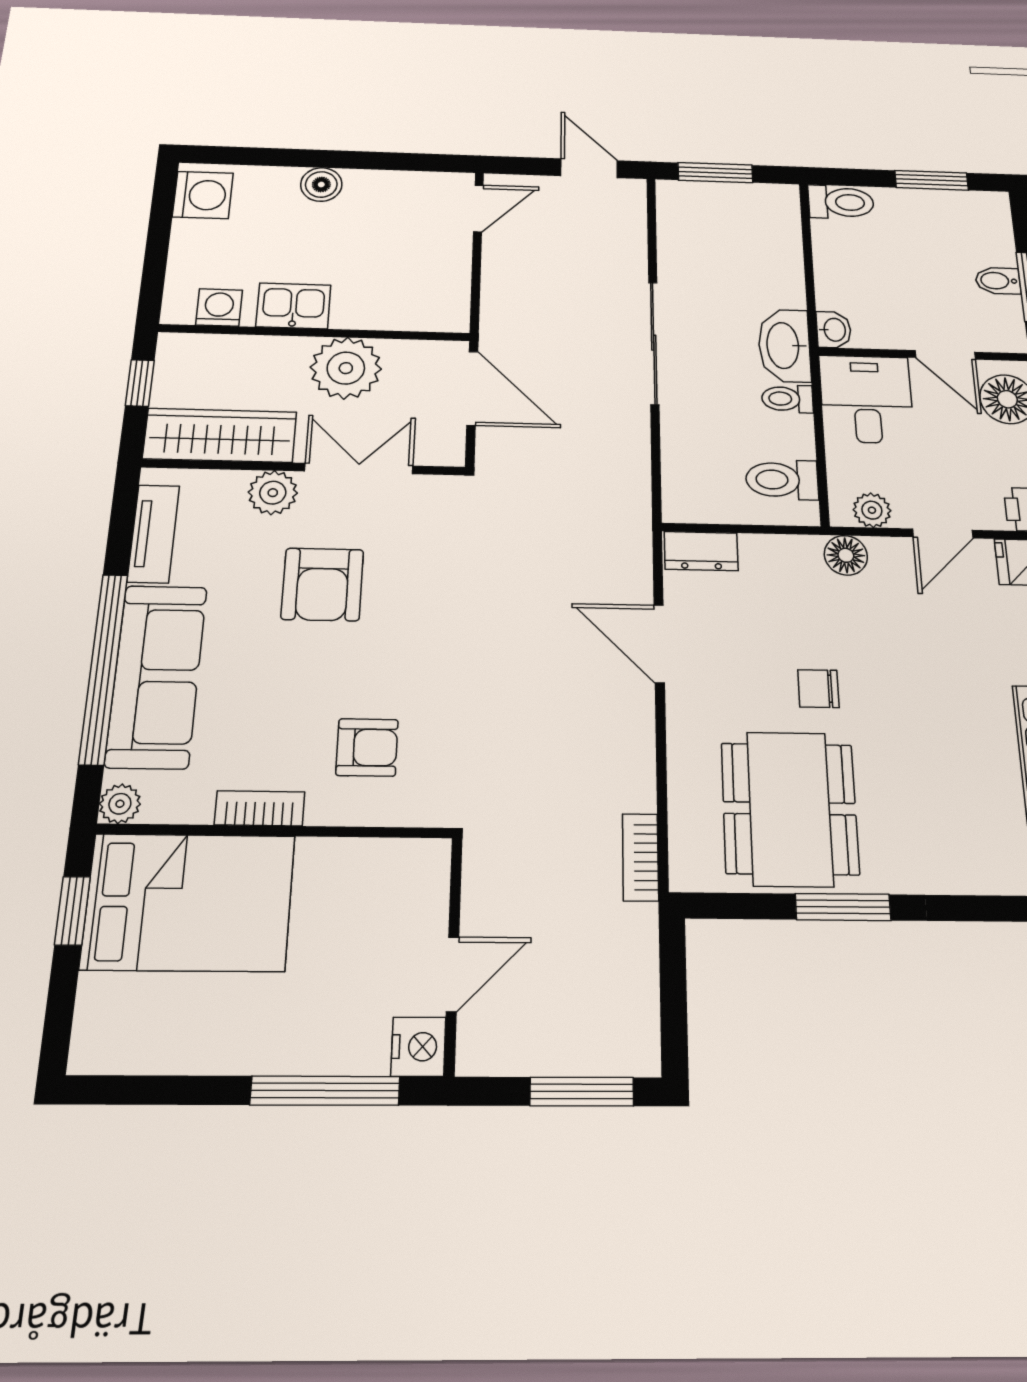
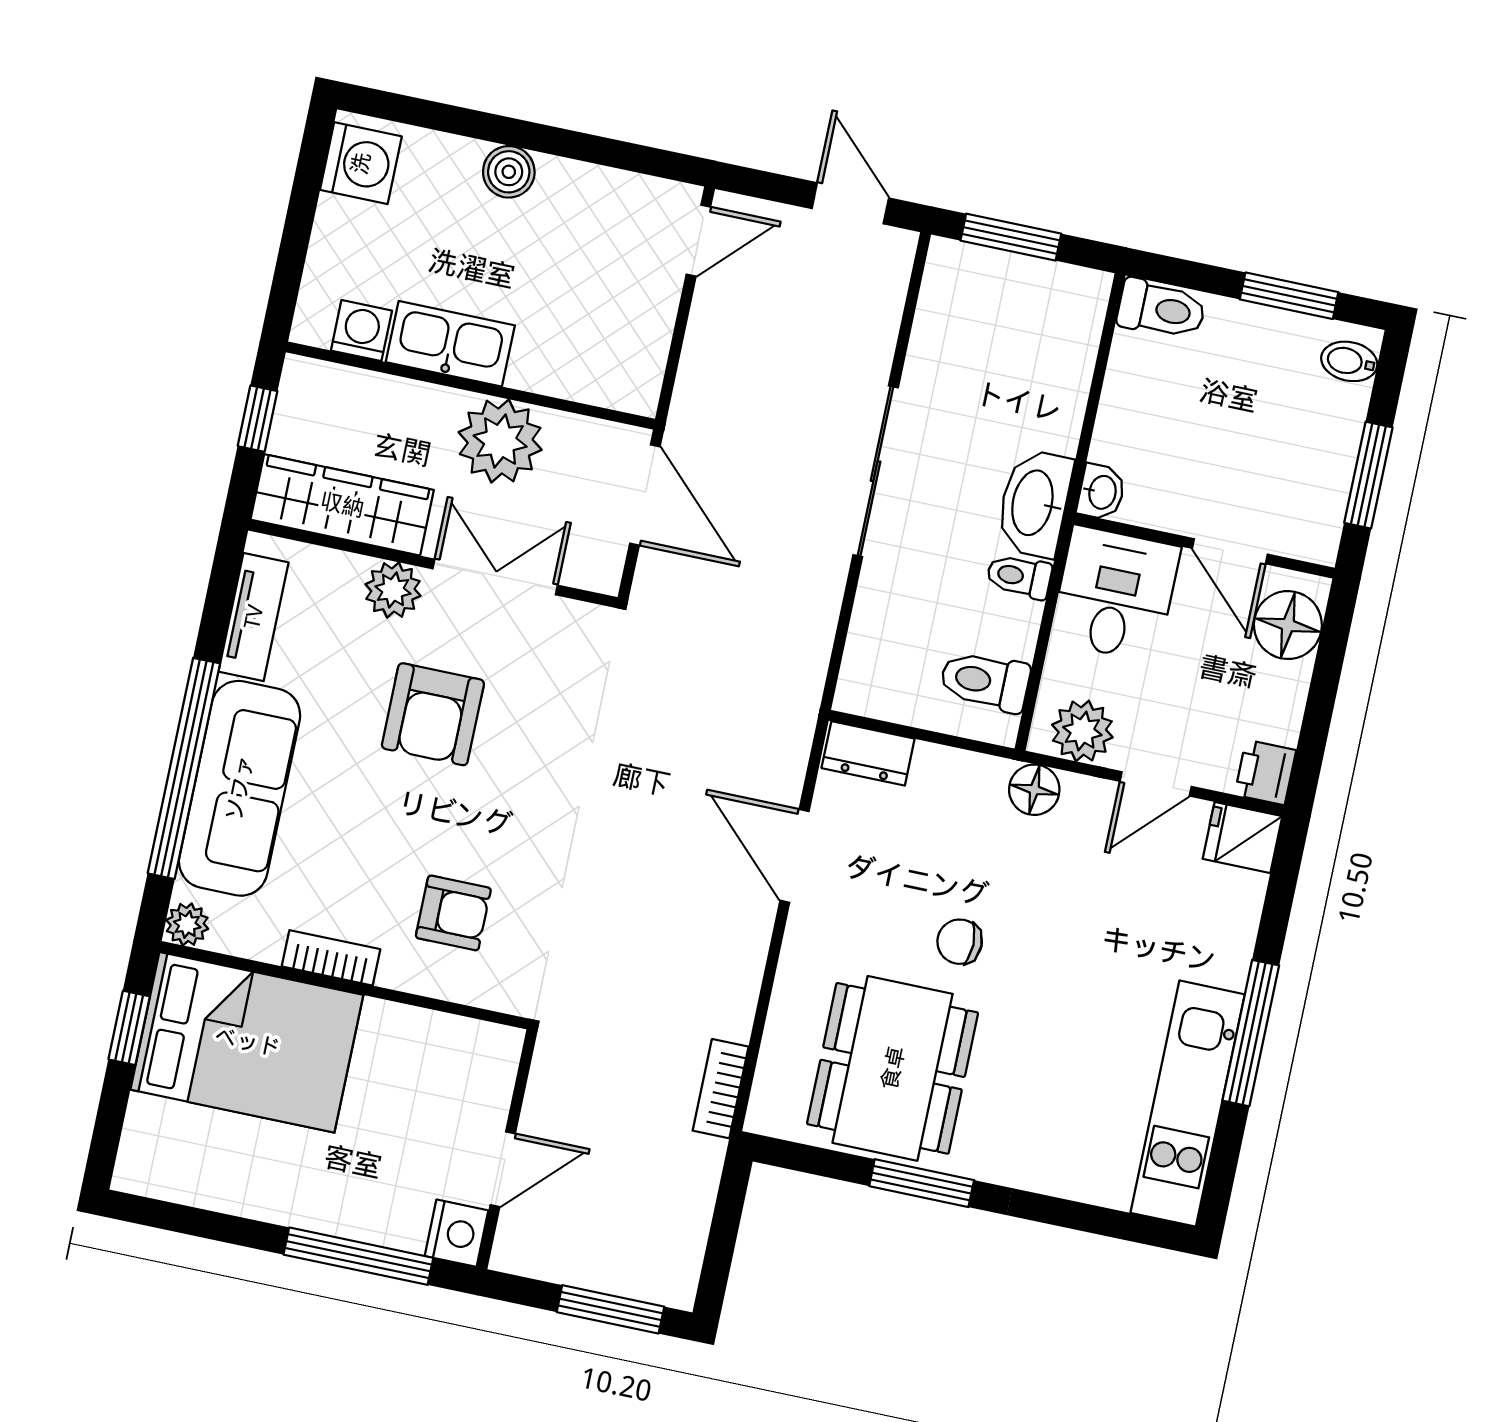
bidet: (998, 281) -> (1349, 361), moved
kitchen sink: (293, 306) -> (450, 344), width x1.38
plant: (872, 510) -> (1082, 731), width x1.38, depth x1.38

